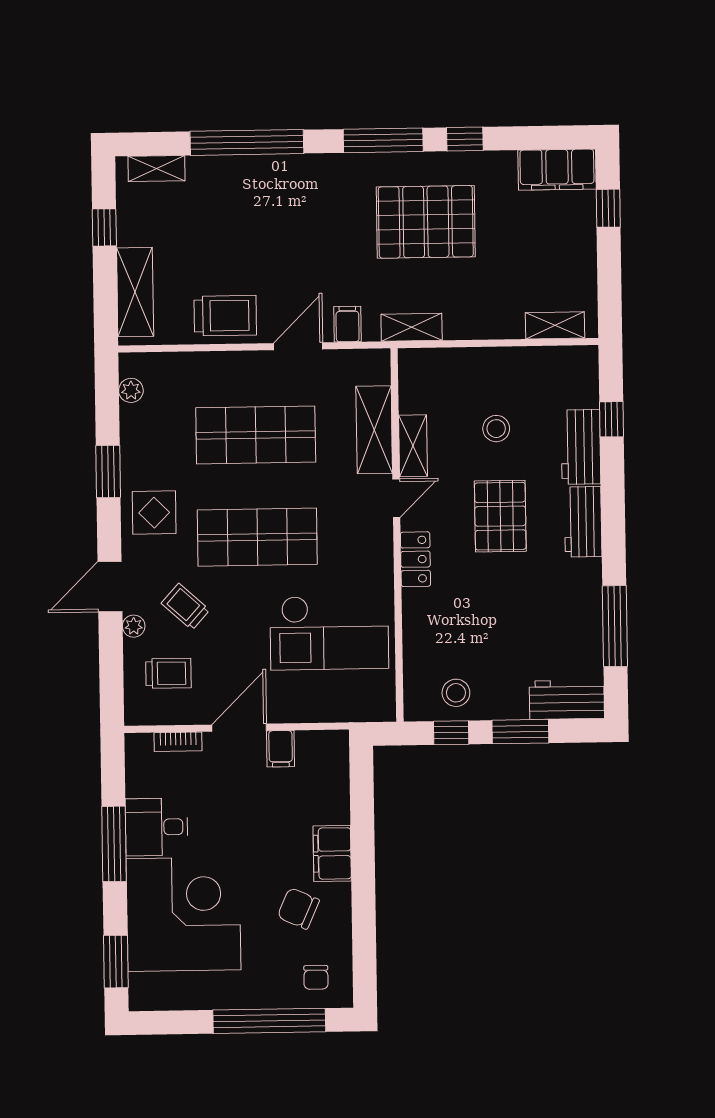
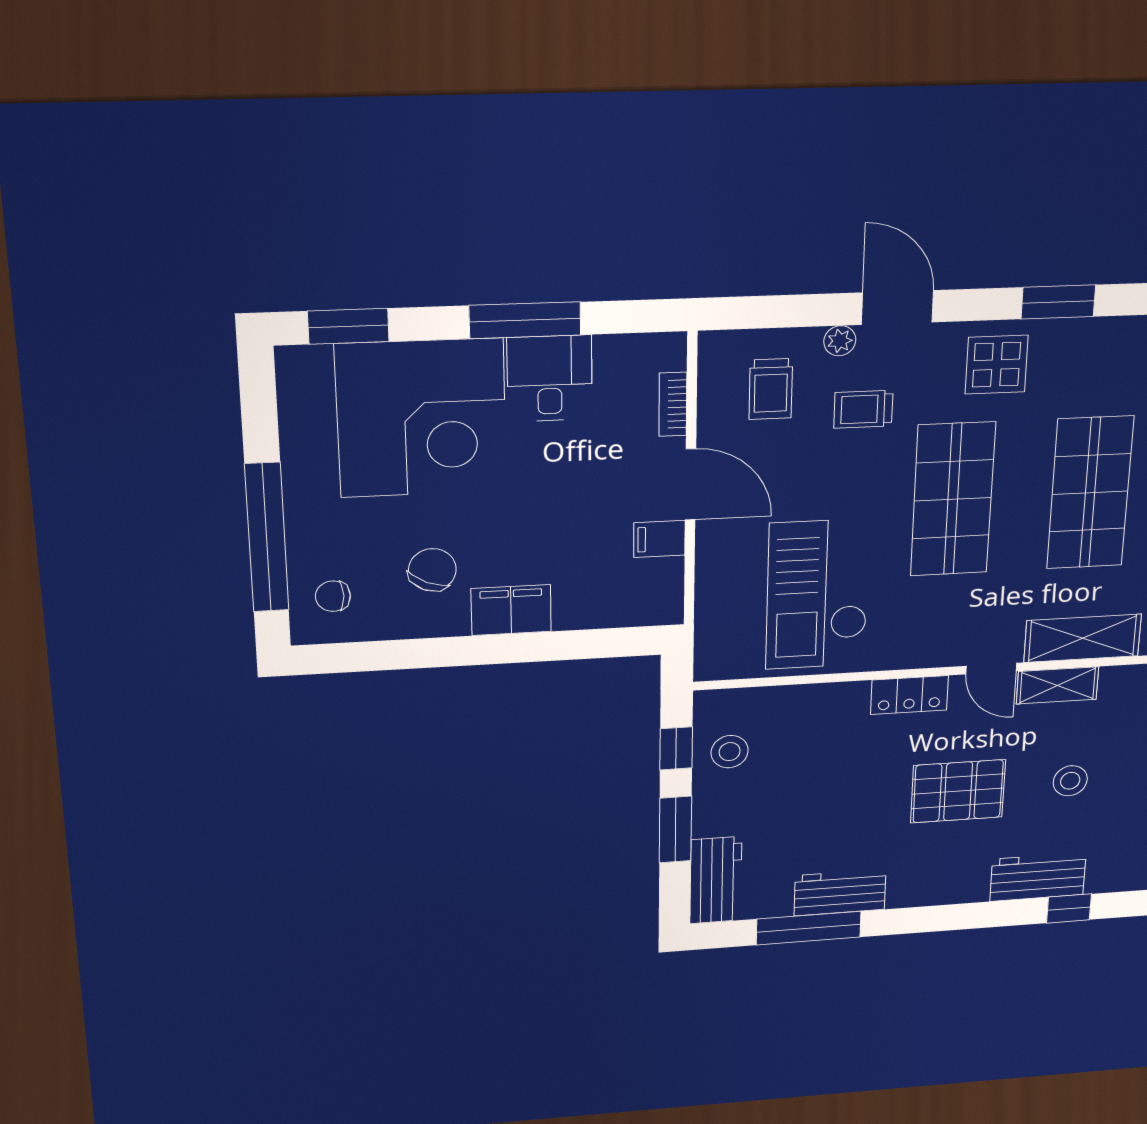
workbench: (583, 522) -> (840, 893), moved
trolley: (185, 607) -> (863, 409), turned -132

